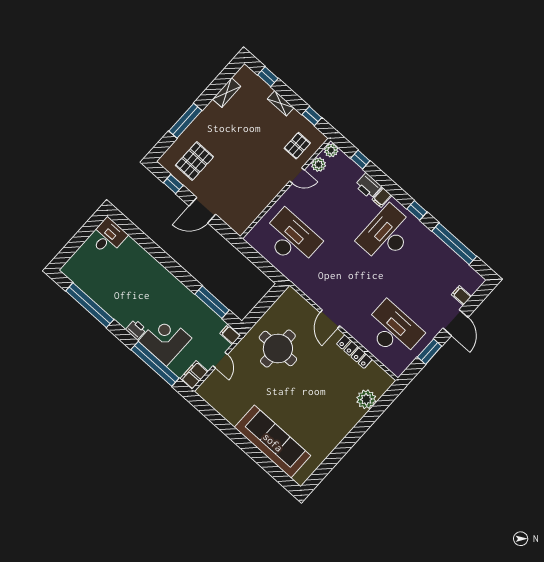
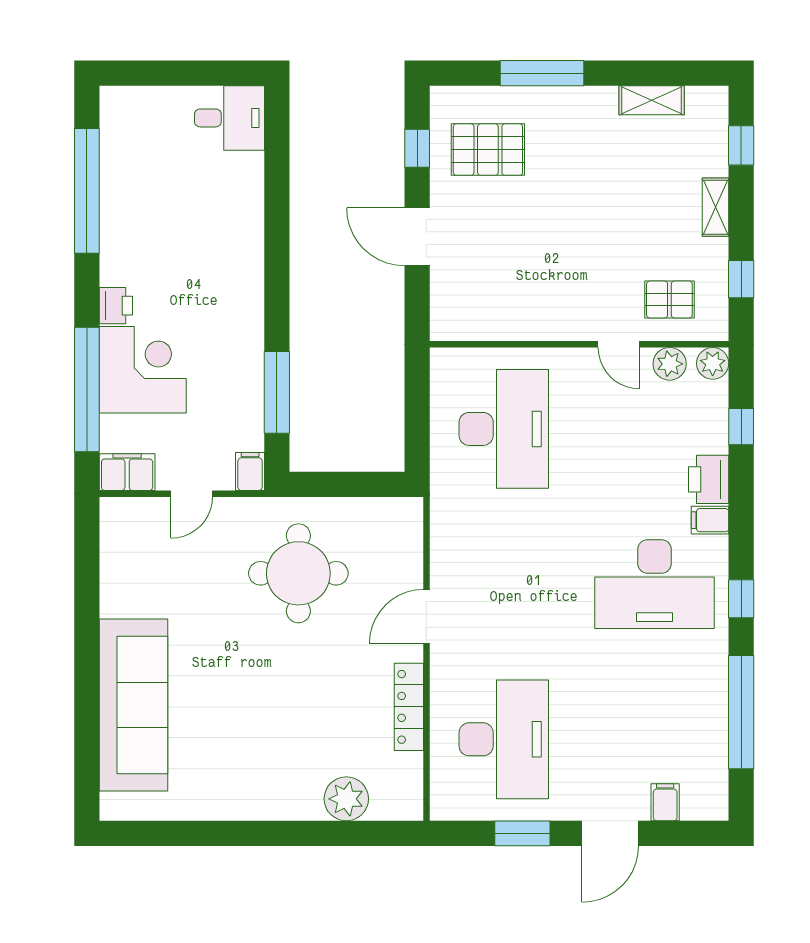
desk: (387, 235) -> (654, 584), turned 180

